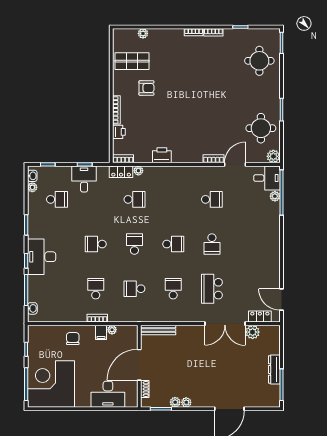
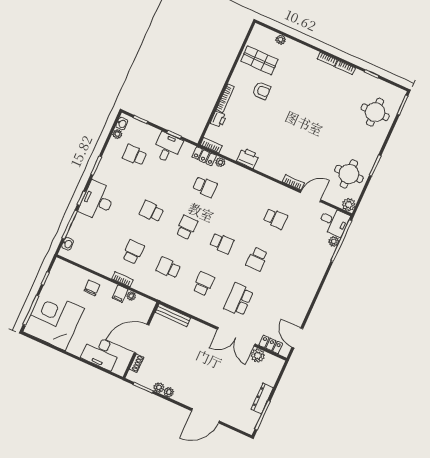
school desk: (57, 199) -> (135, 155), turned 180

